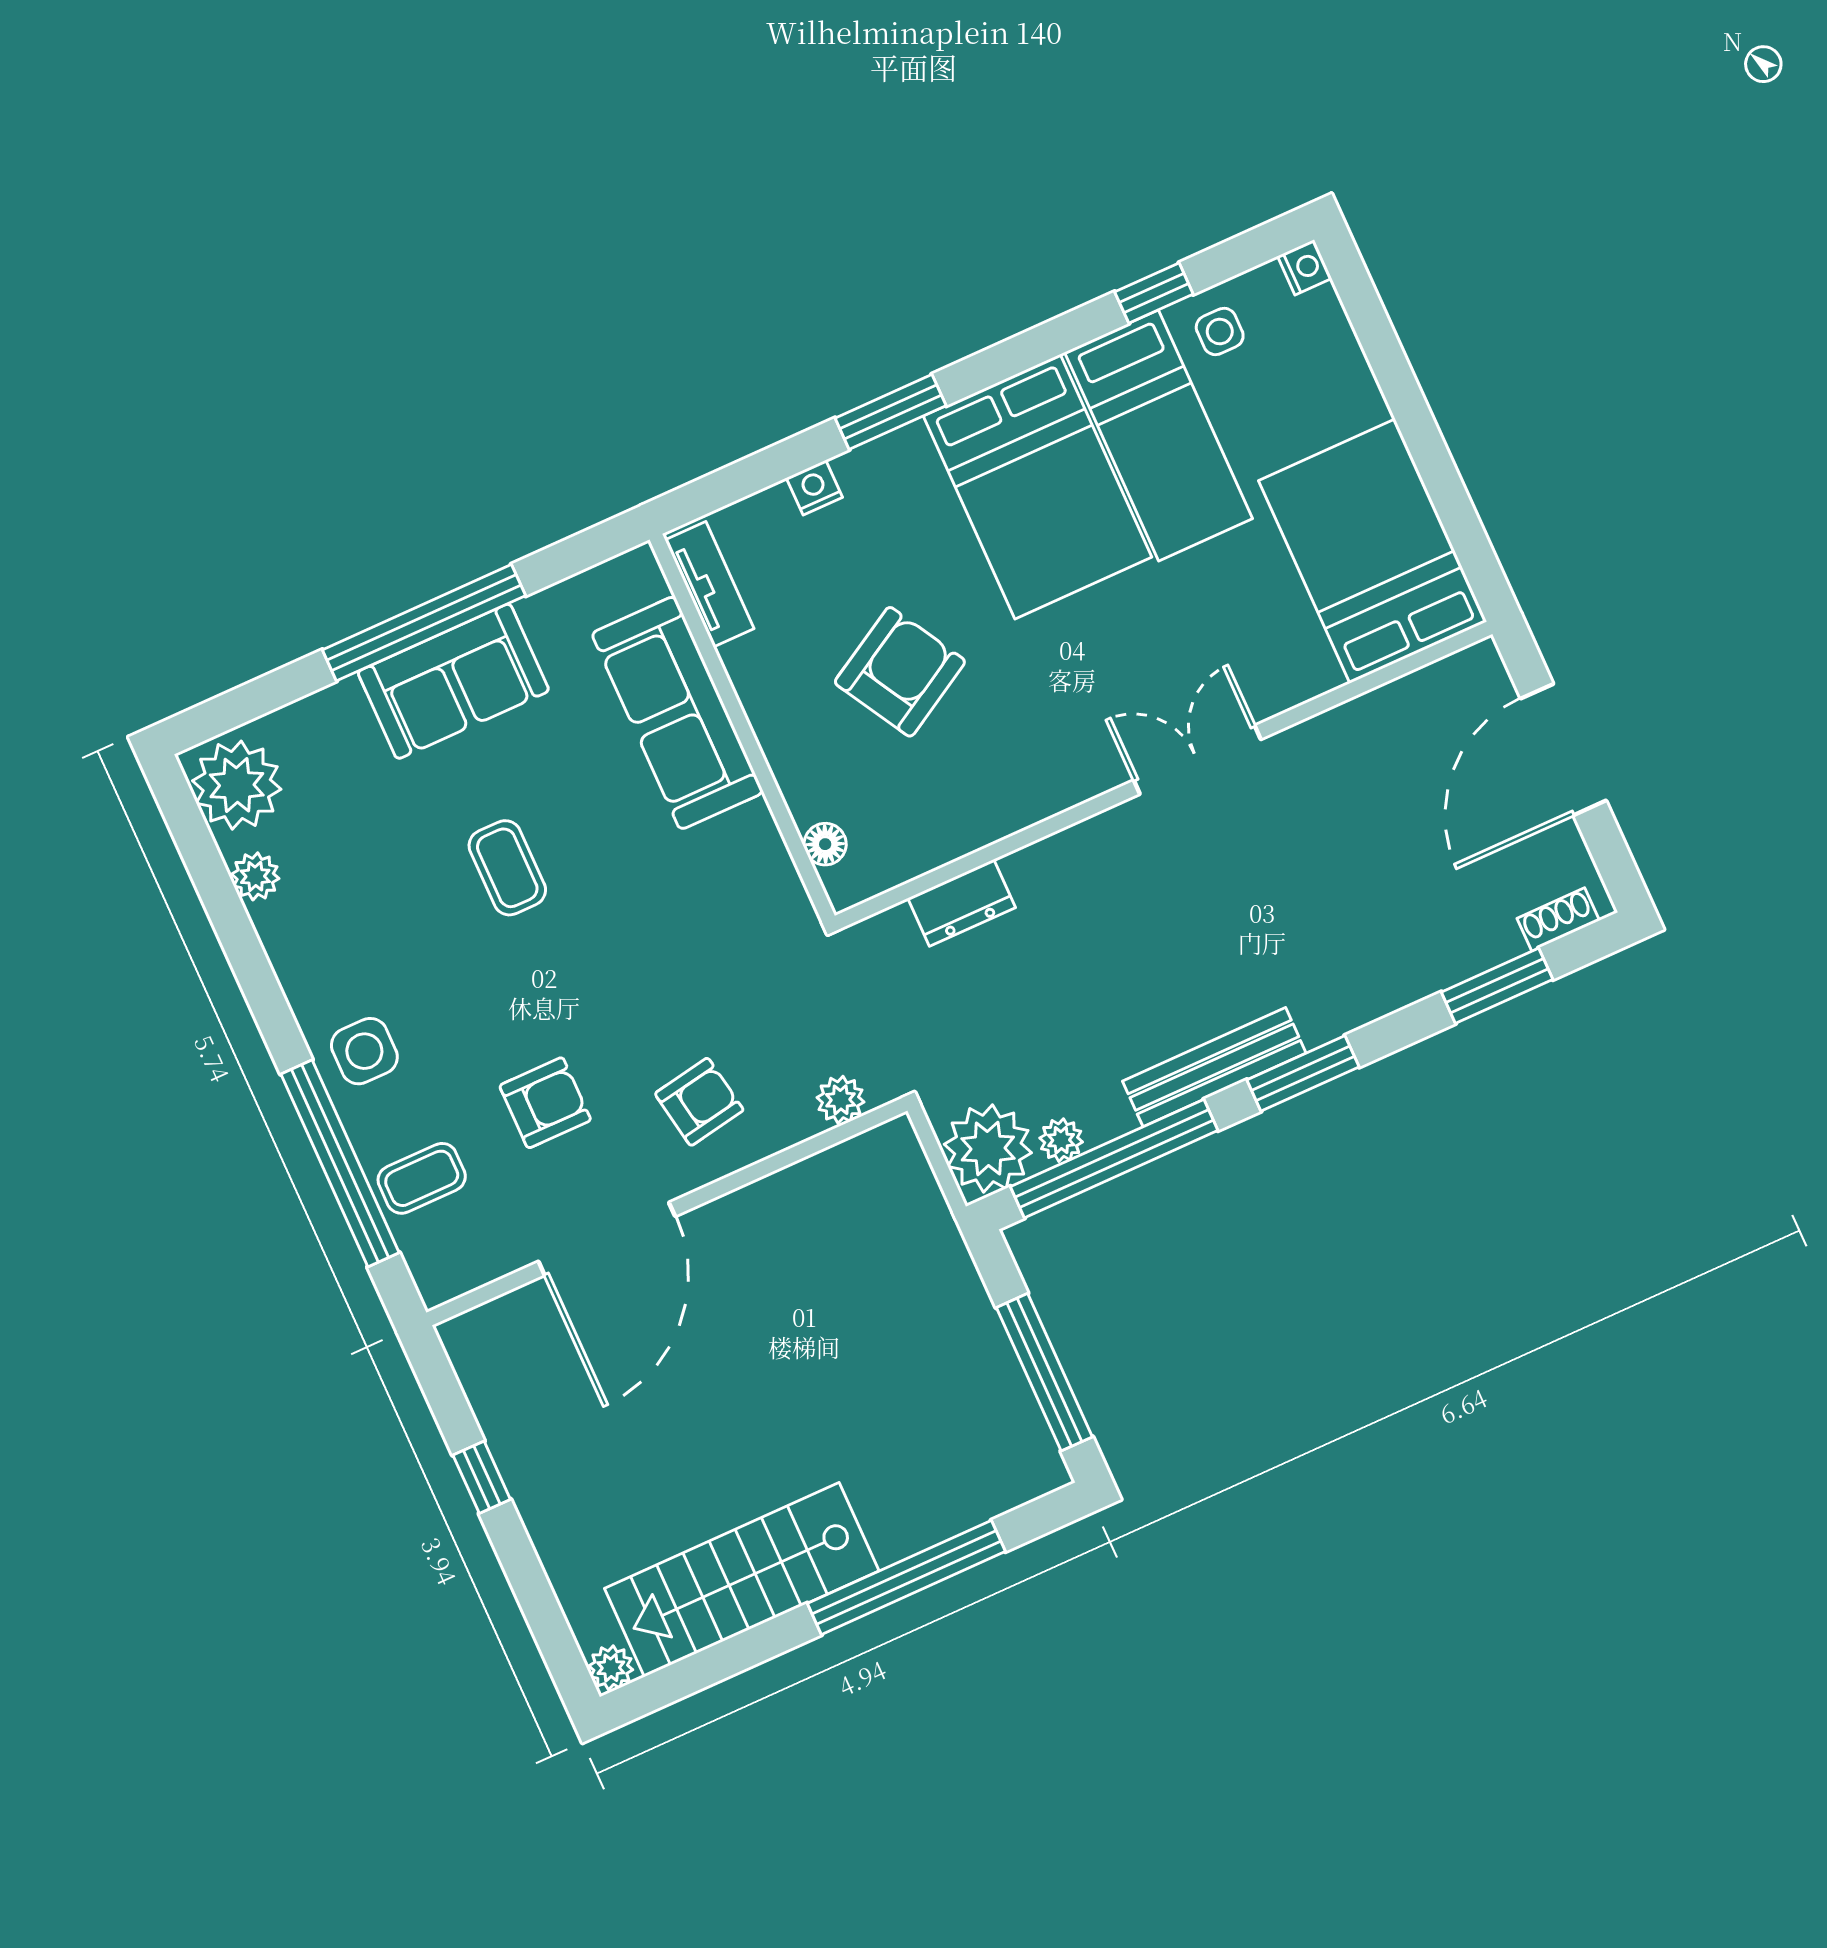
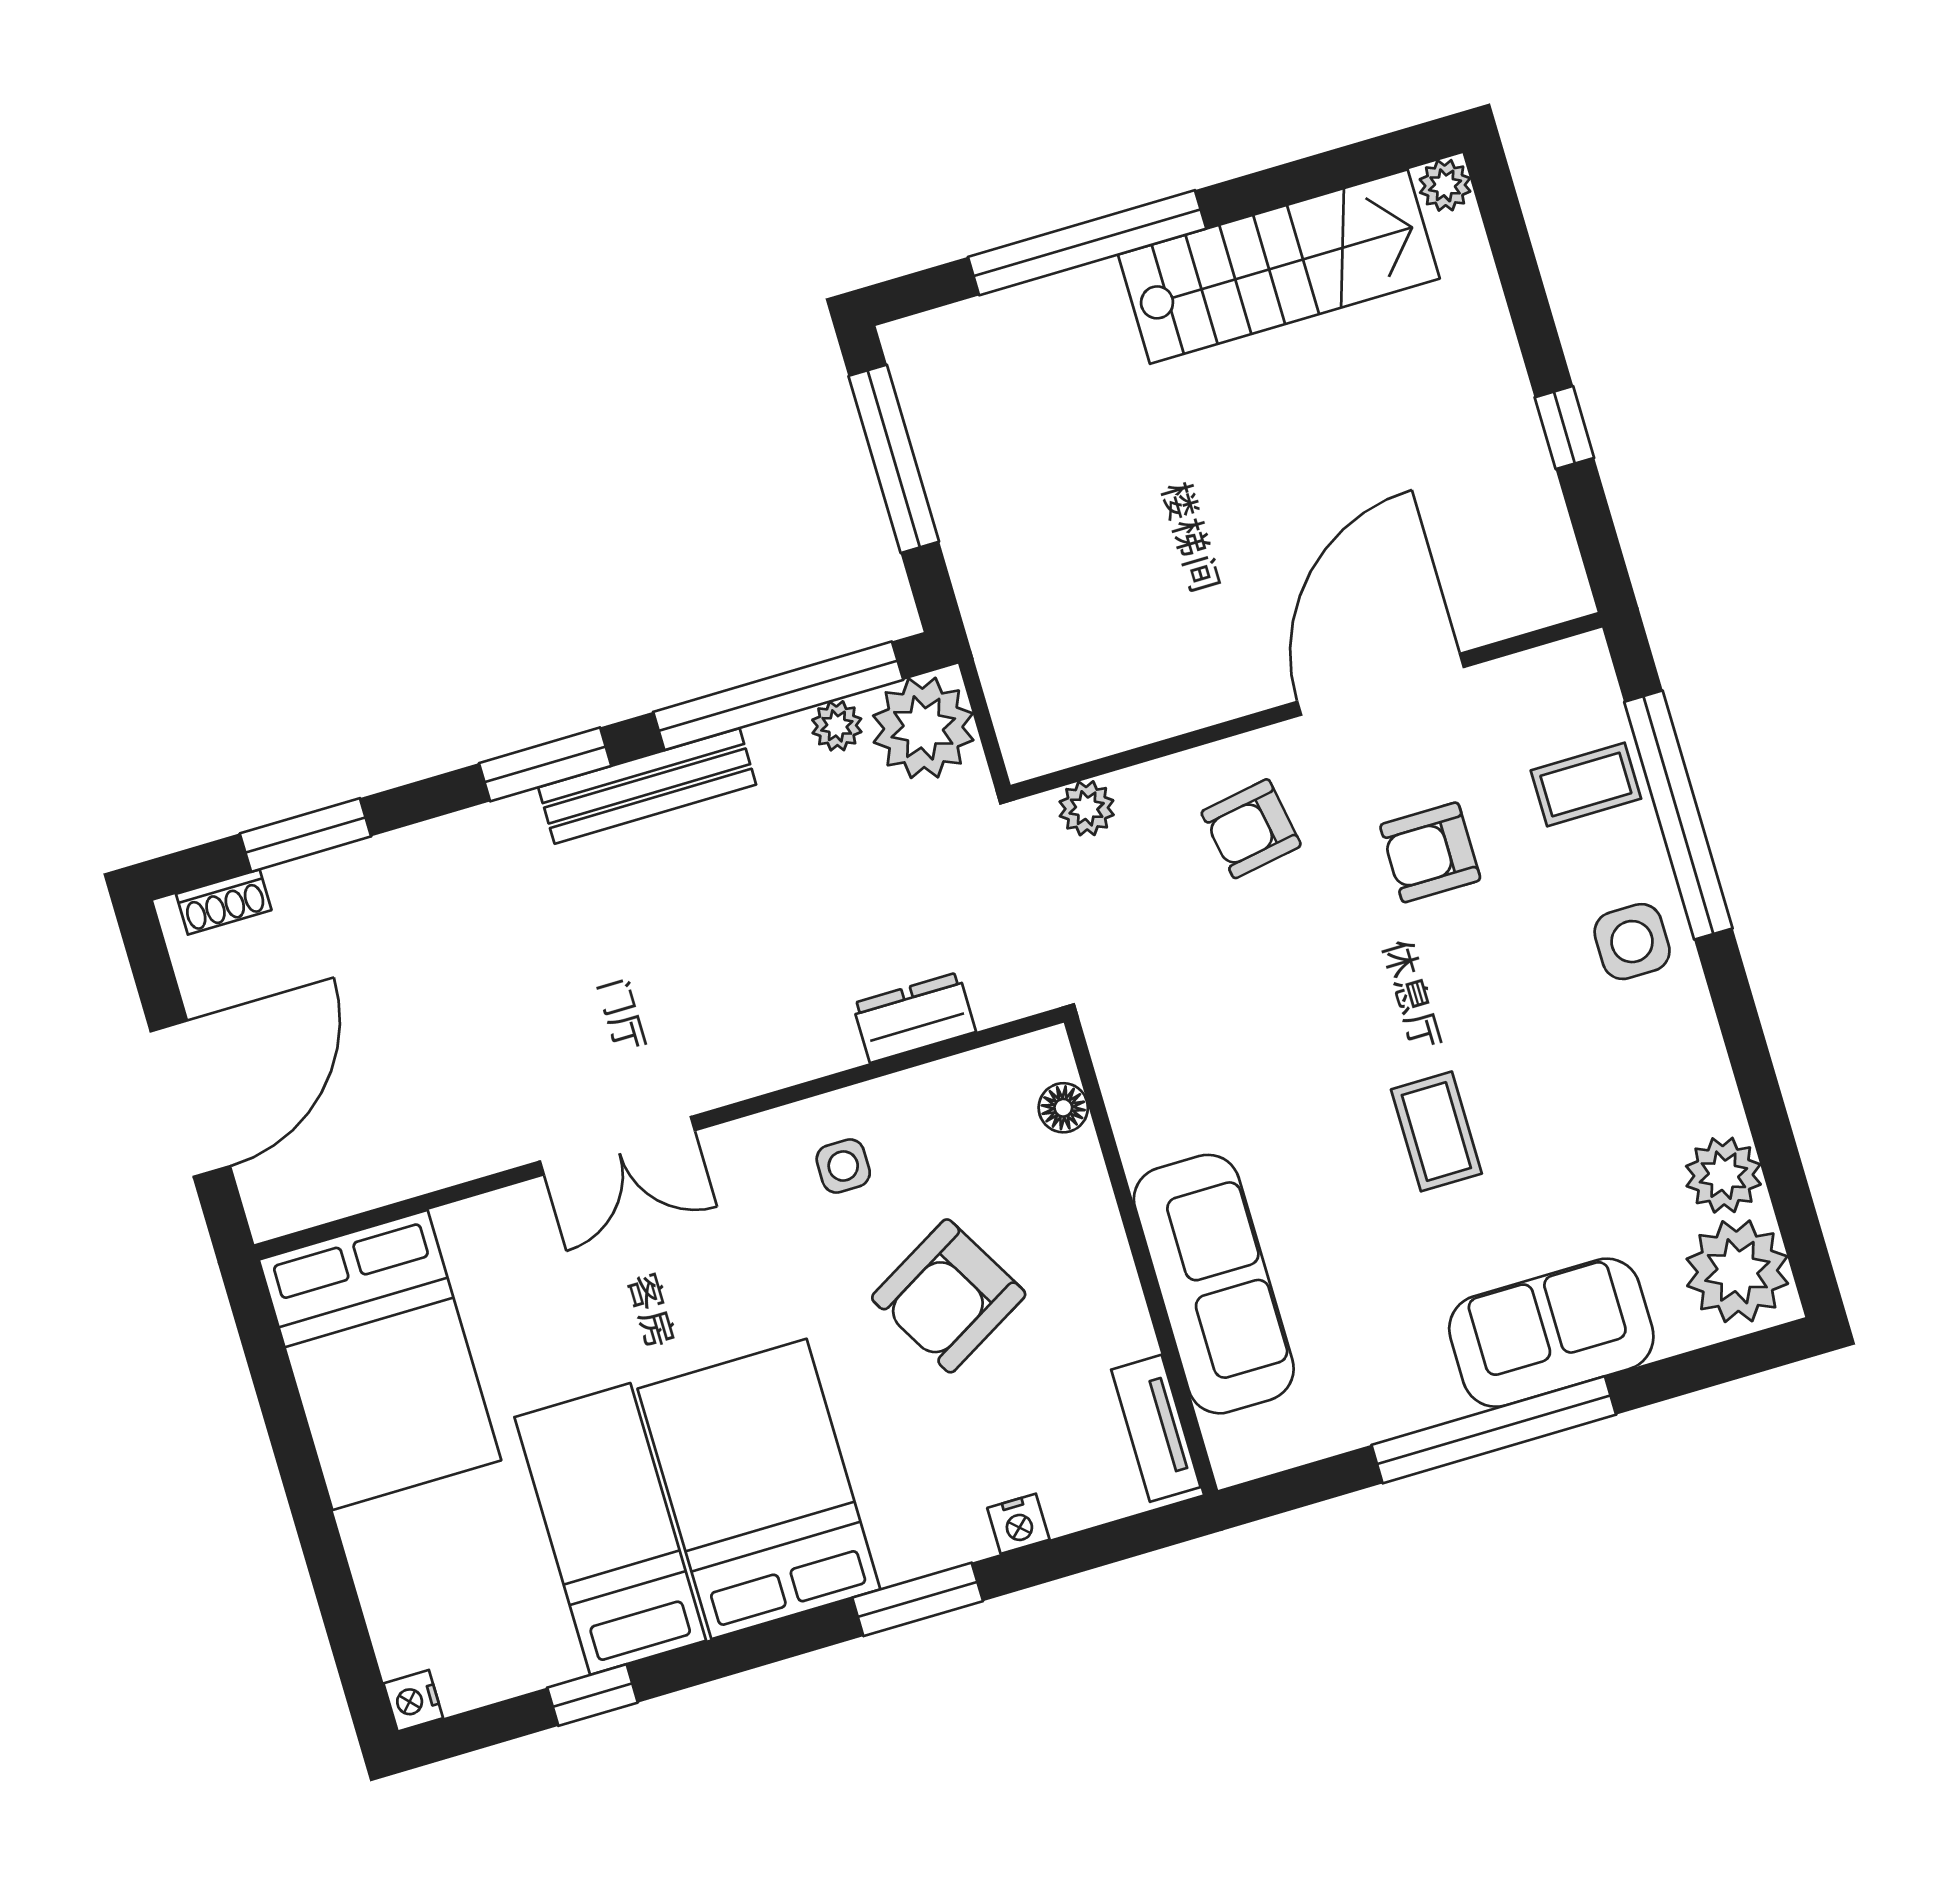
side table: (1220, 331) -> (843, 1166), moved
sofa: (453, 681) -> (1551, 1333), moved
plant: (255, 876) -> (1723, 1175), width x1.38, depth x1.38

